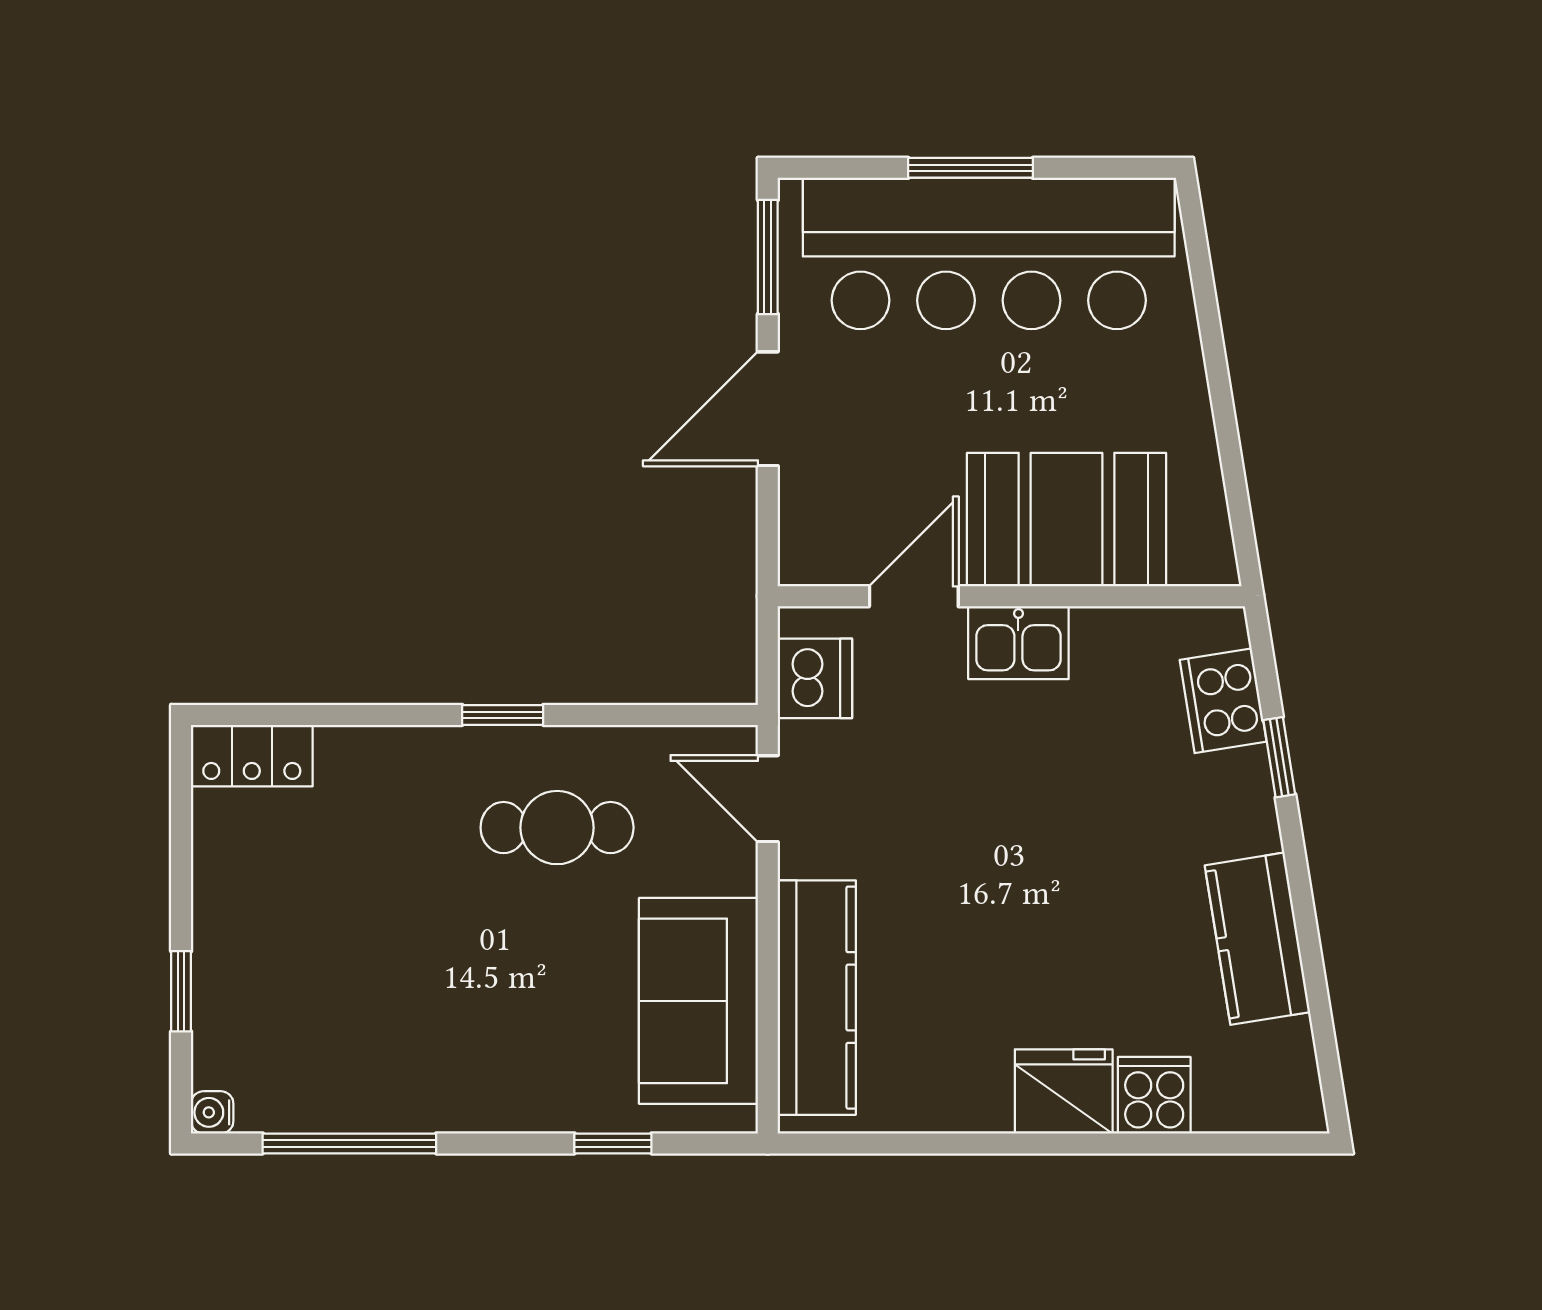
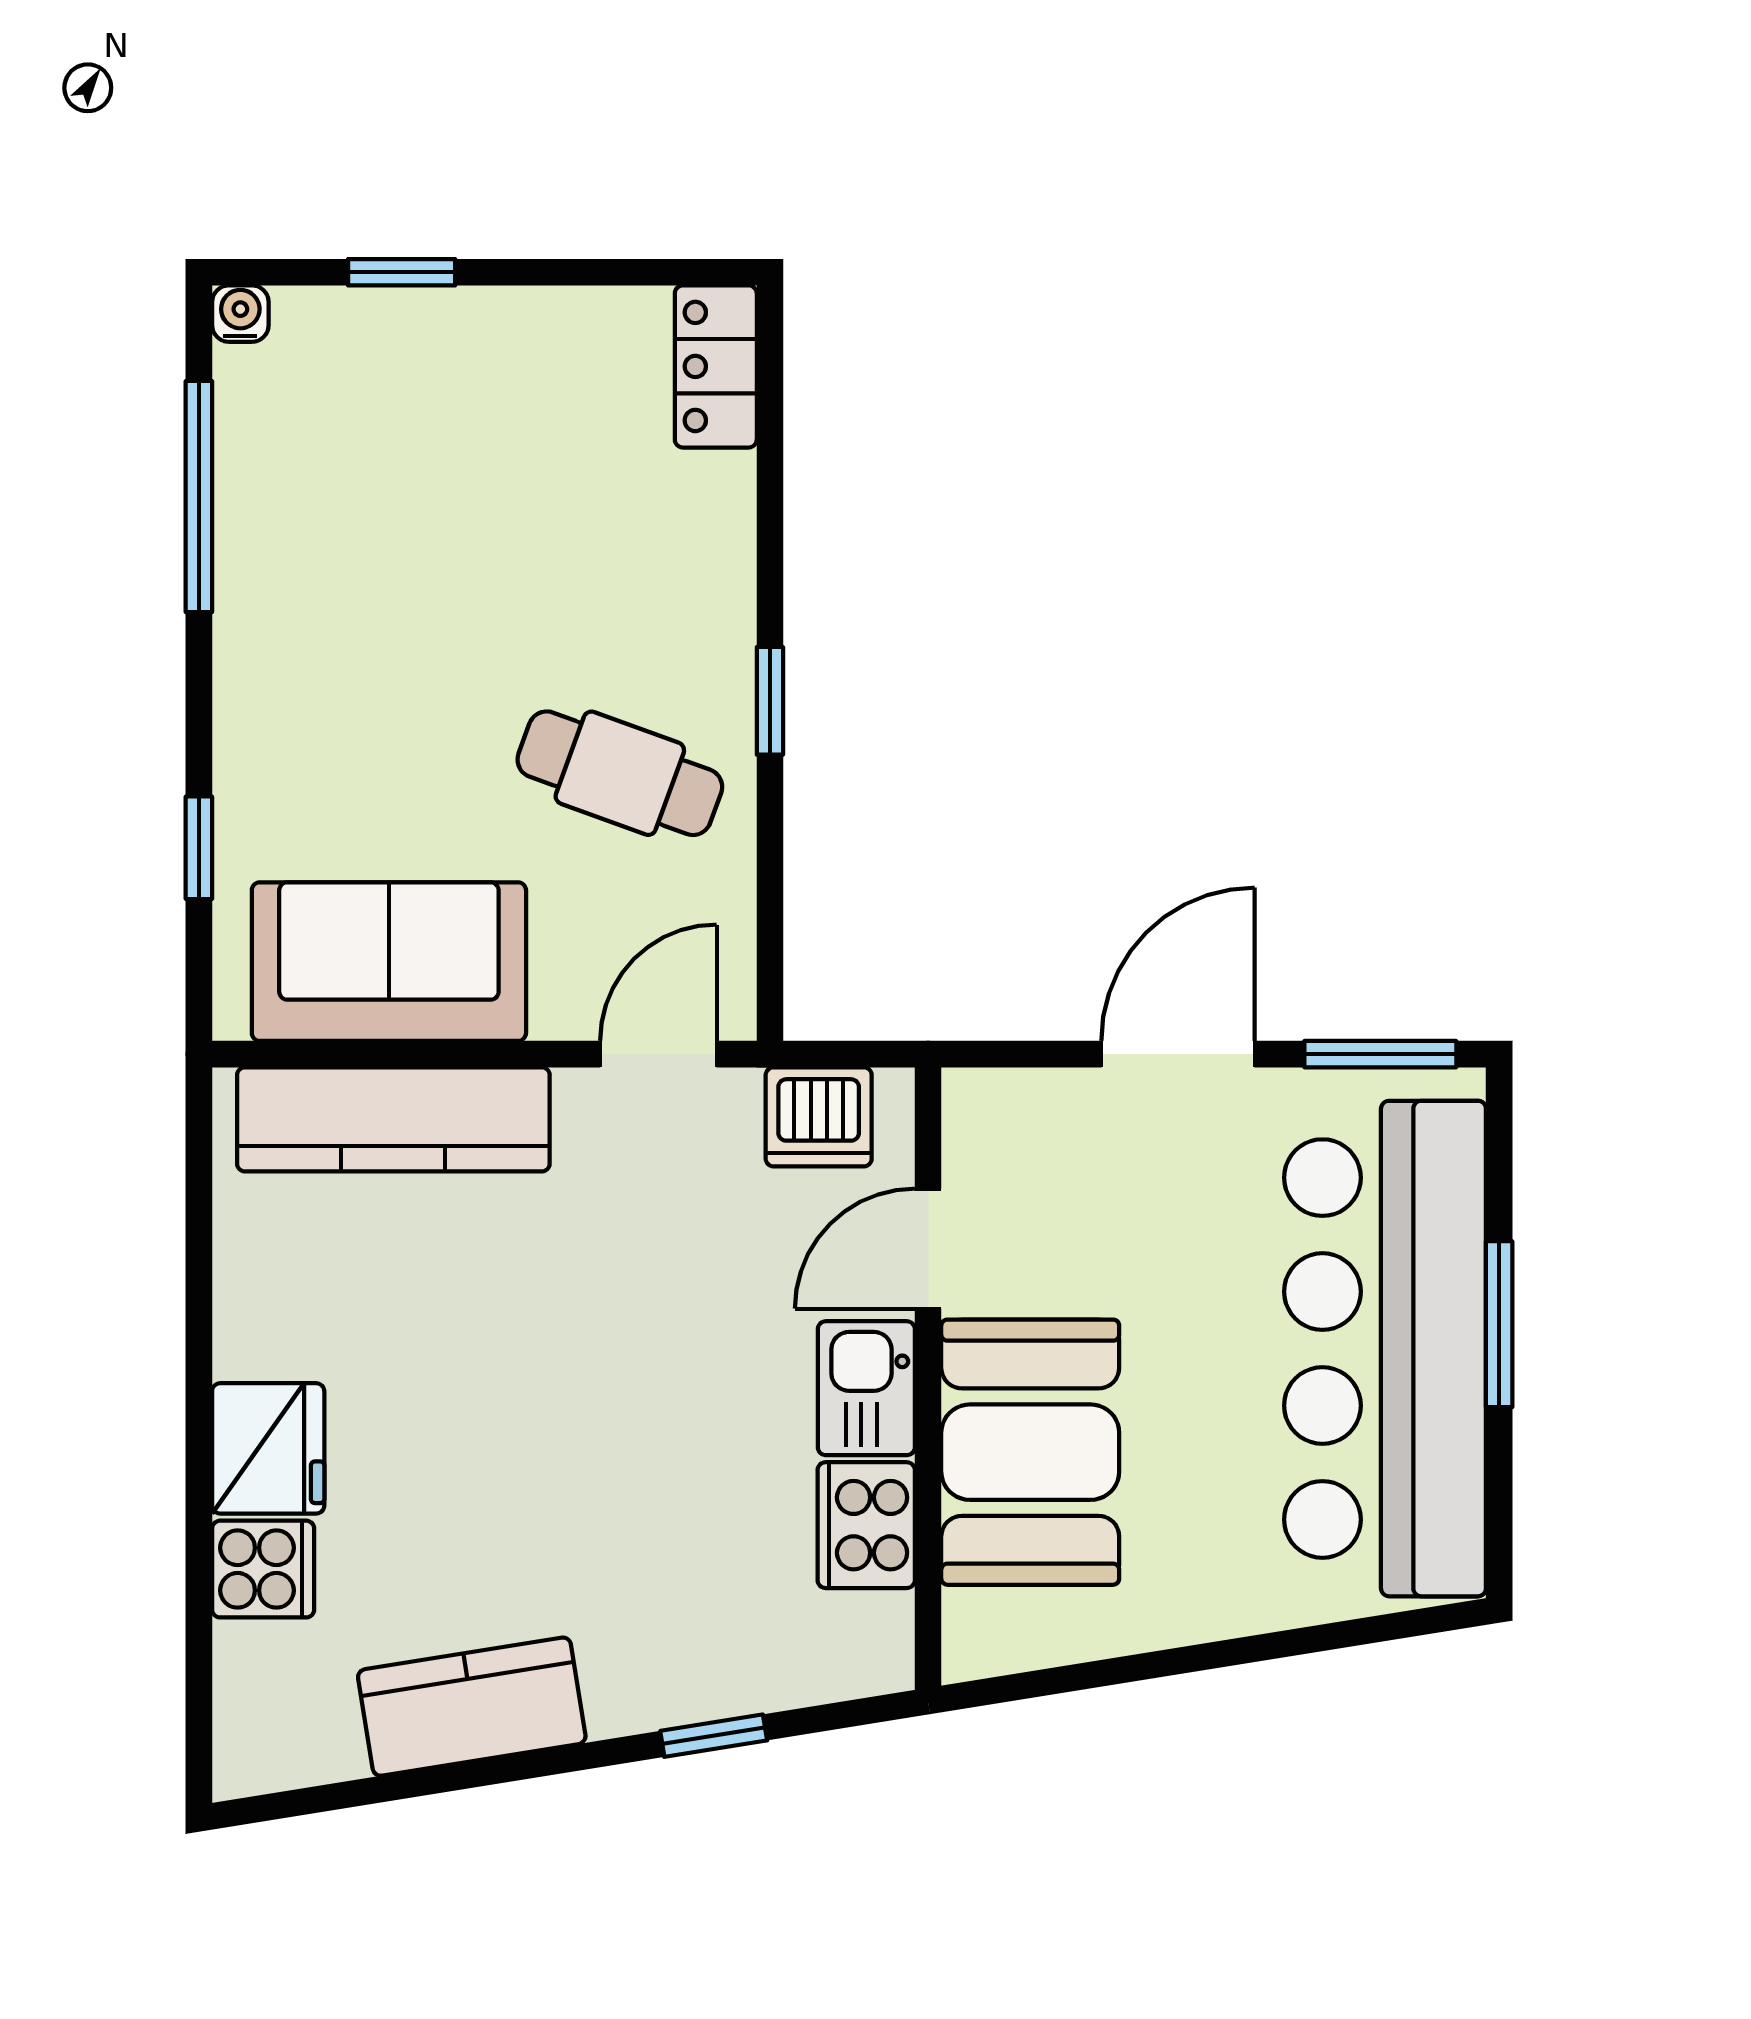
door: (768, 409) -> (1178, 1054), hinge flipped
door: (914, 596) -> (928, 1249), swing flipped
cooker: (1223, 701) -> (866, 1525), moved, turned -81
cafe table: (557, 828) -> (620, 773), turned -70

